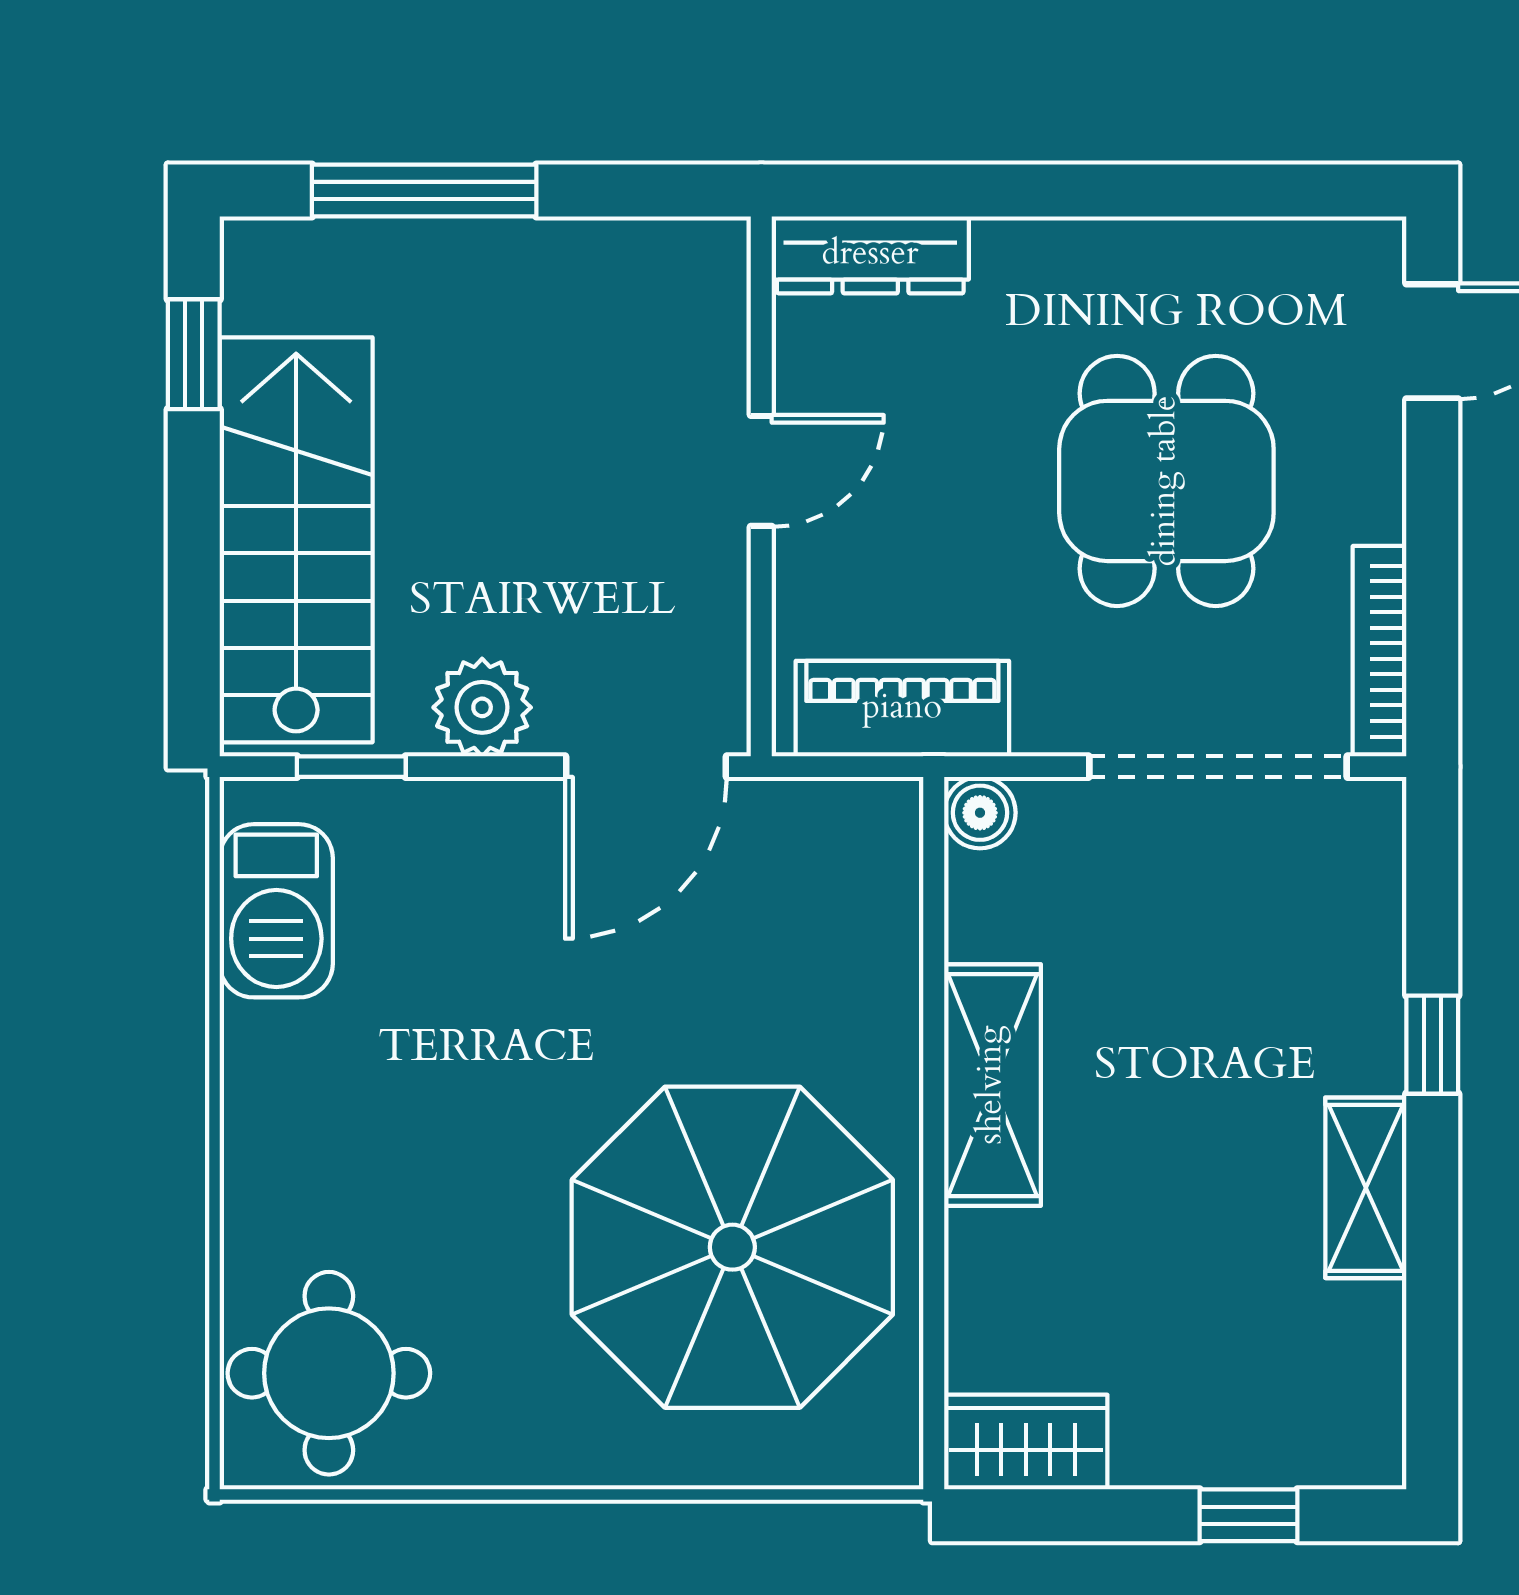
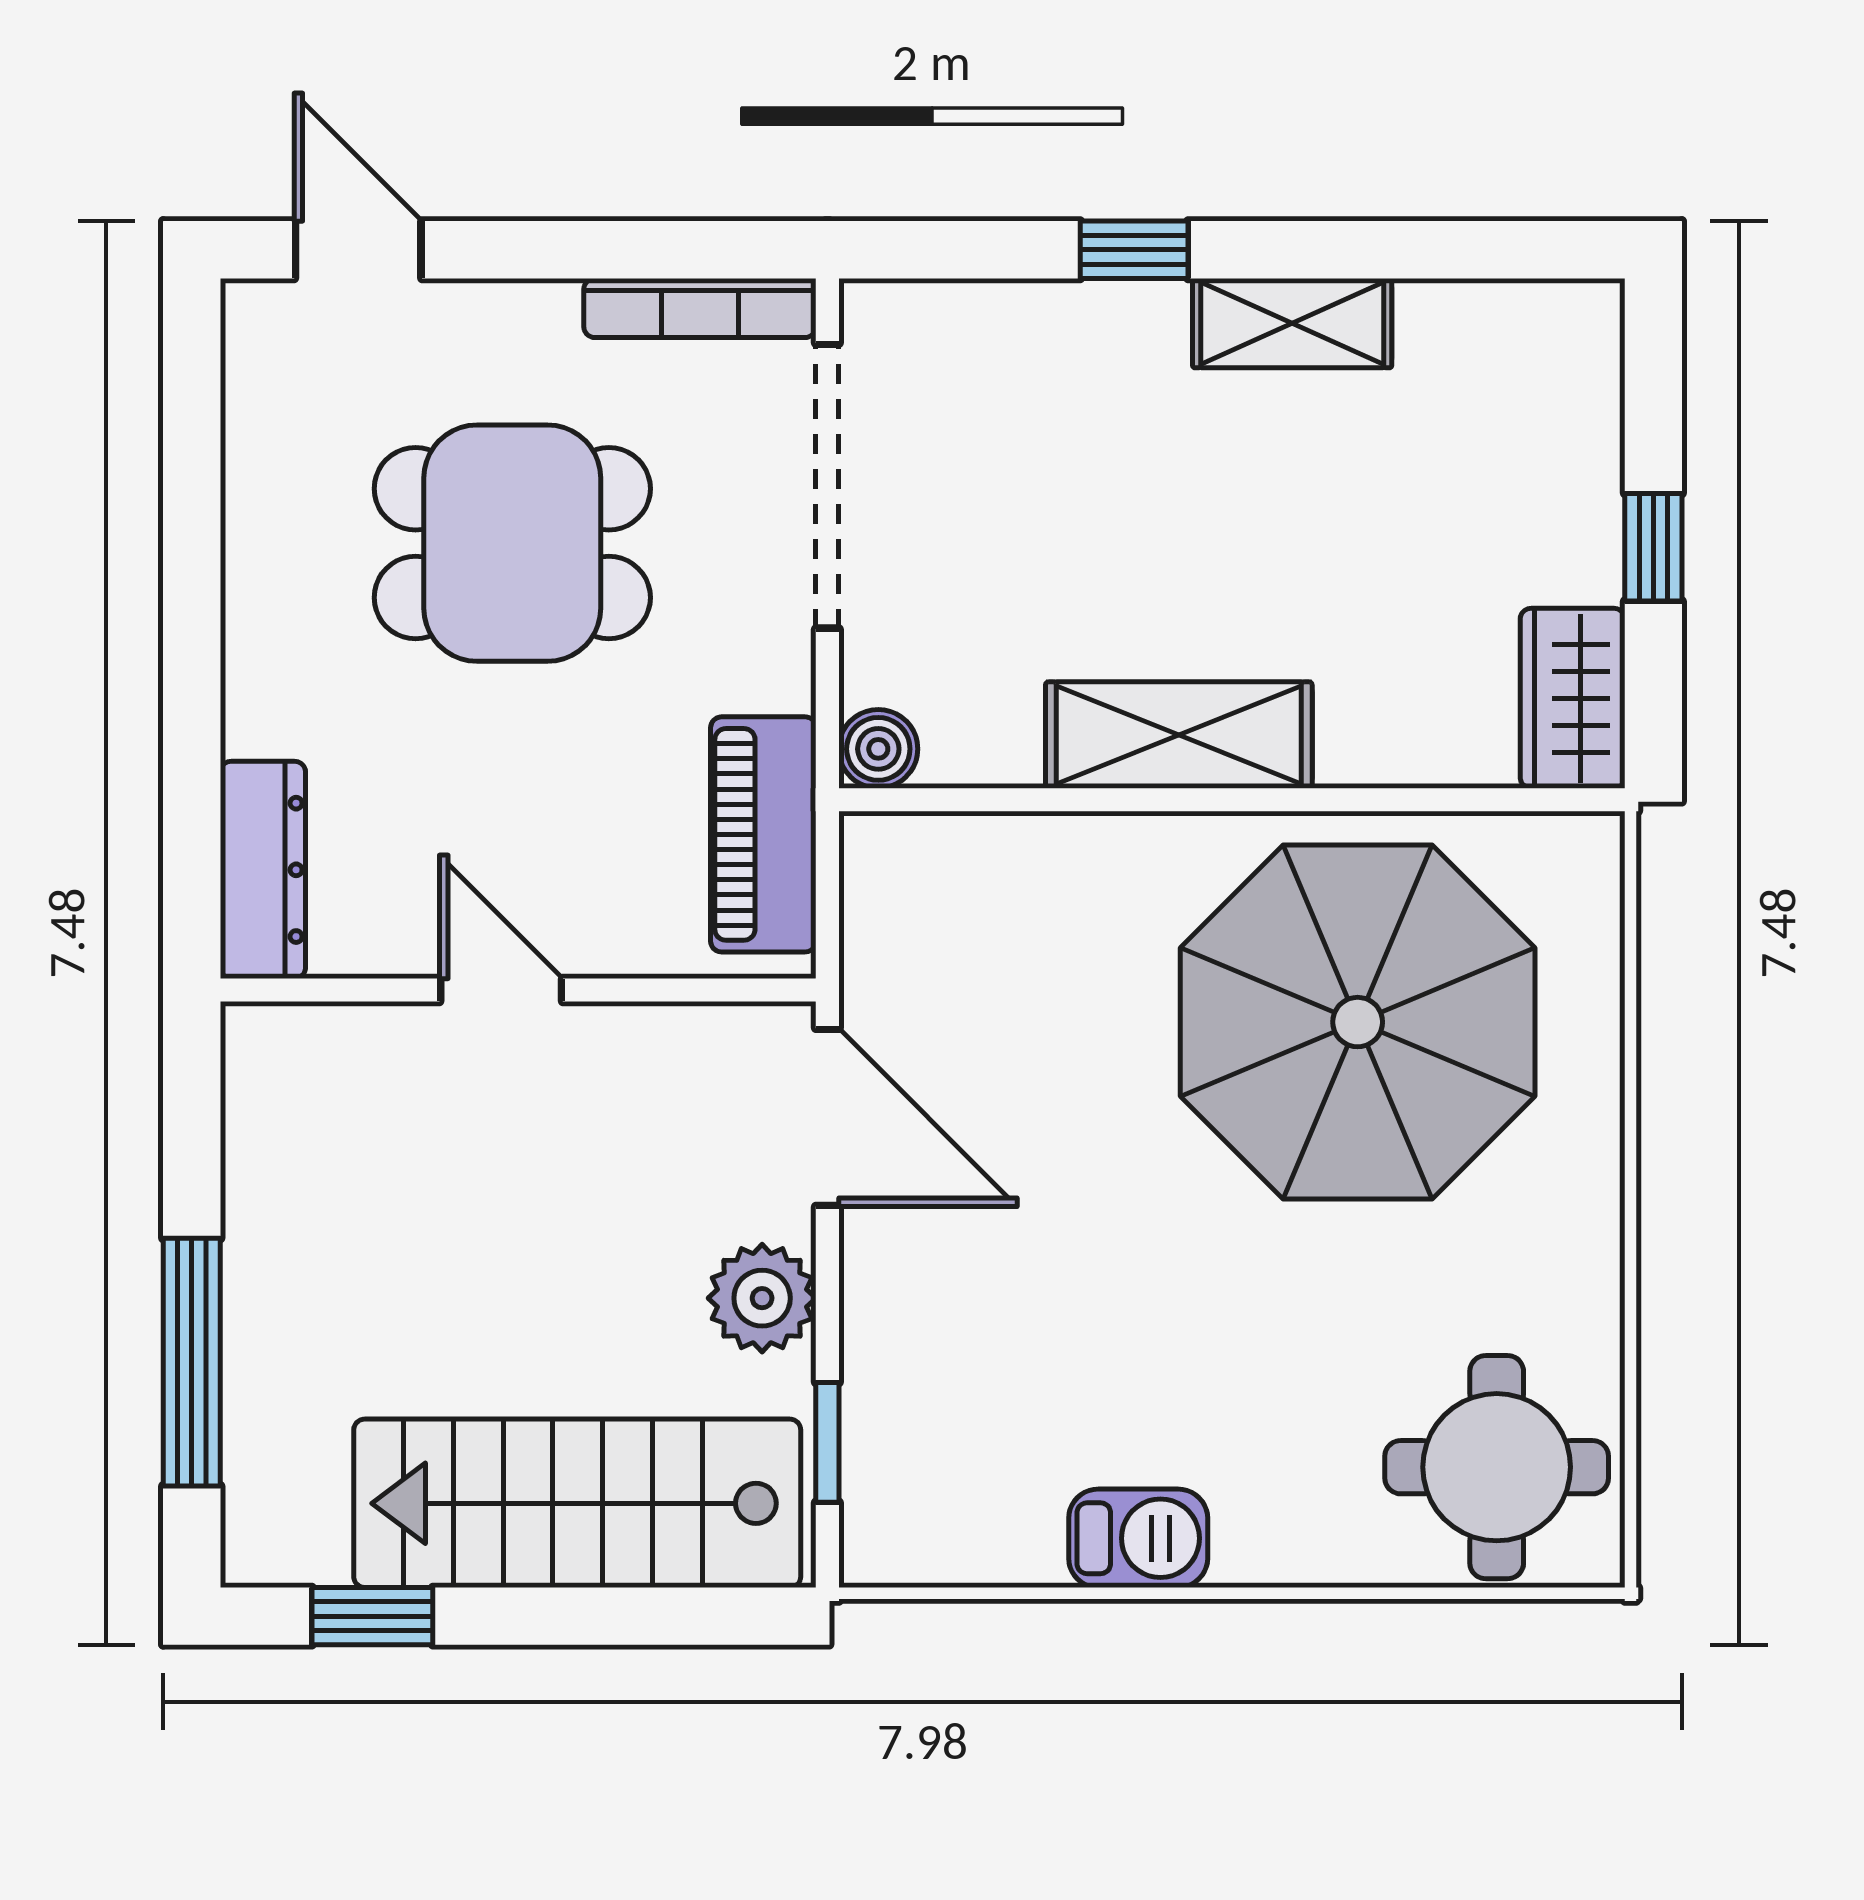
barbecue: (276, 911) -> (1138, 1538), moved, width x0.73, depth x0.79
window: (1248, 1515) -> (1653, 547), moved

